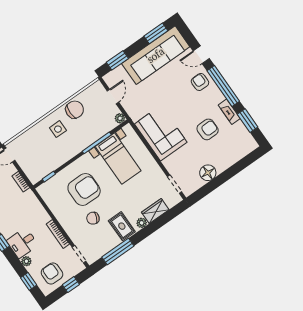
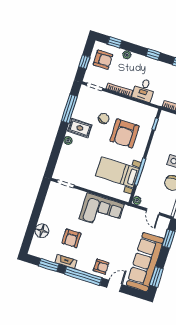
floor lamp: (208, 173) -> (42, 231), moved
wardrobe: (155, 211) -> (65, 156), removed
desk: (22, 243) -> (144, 90), moved, turned 180

